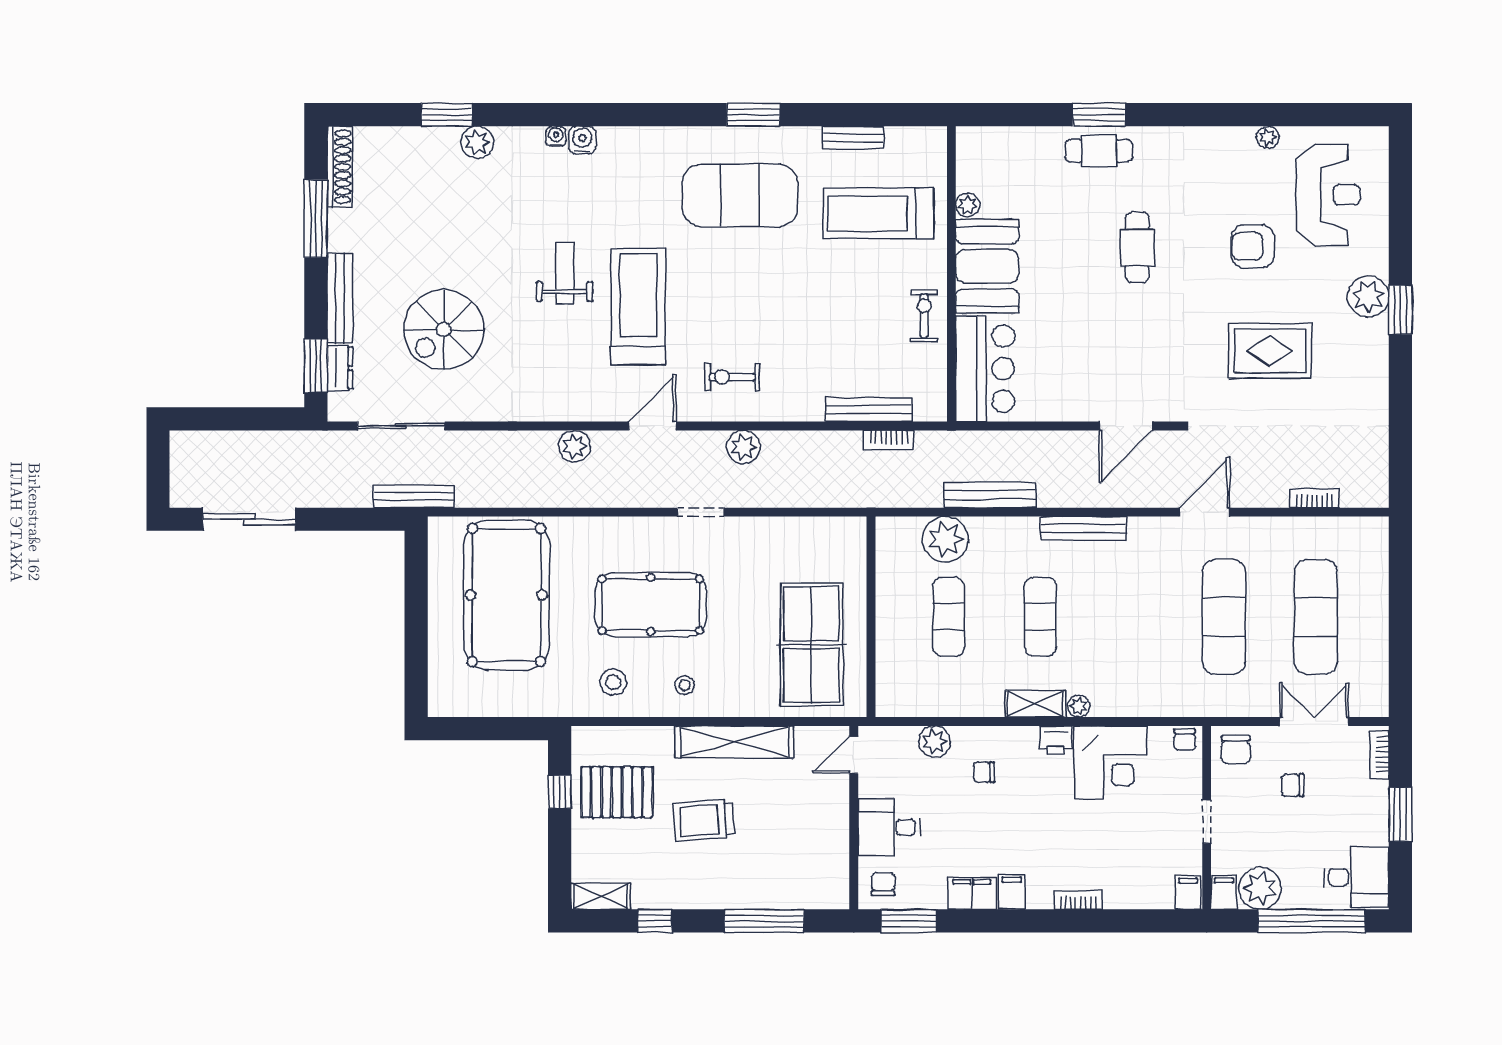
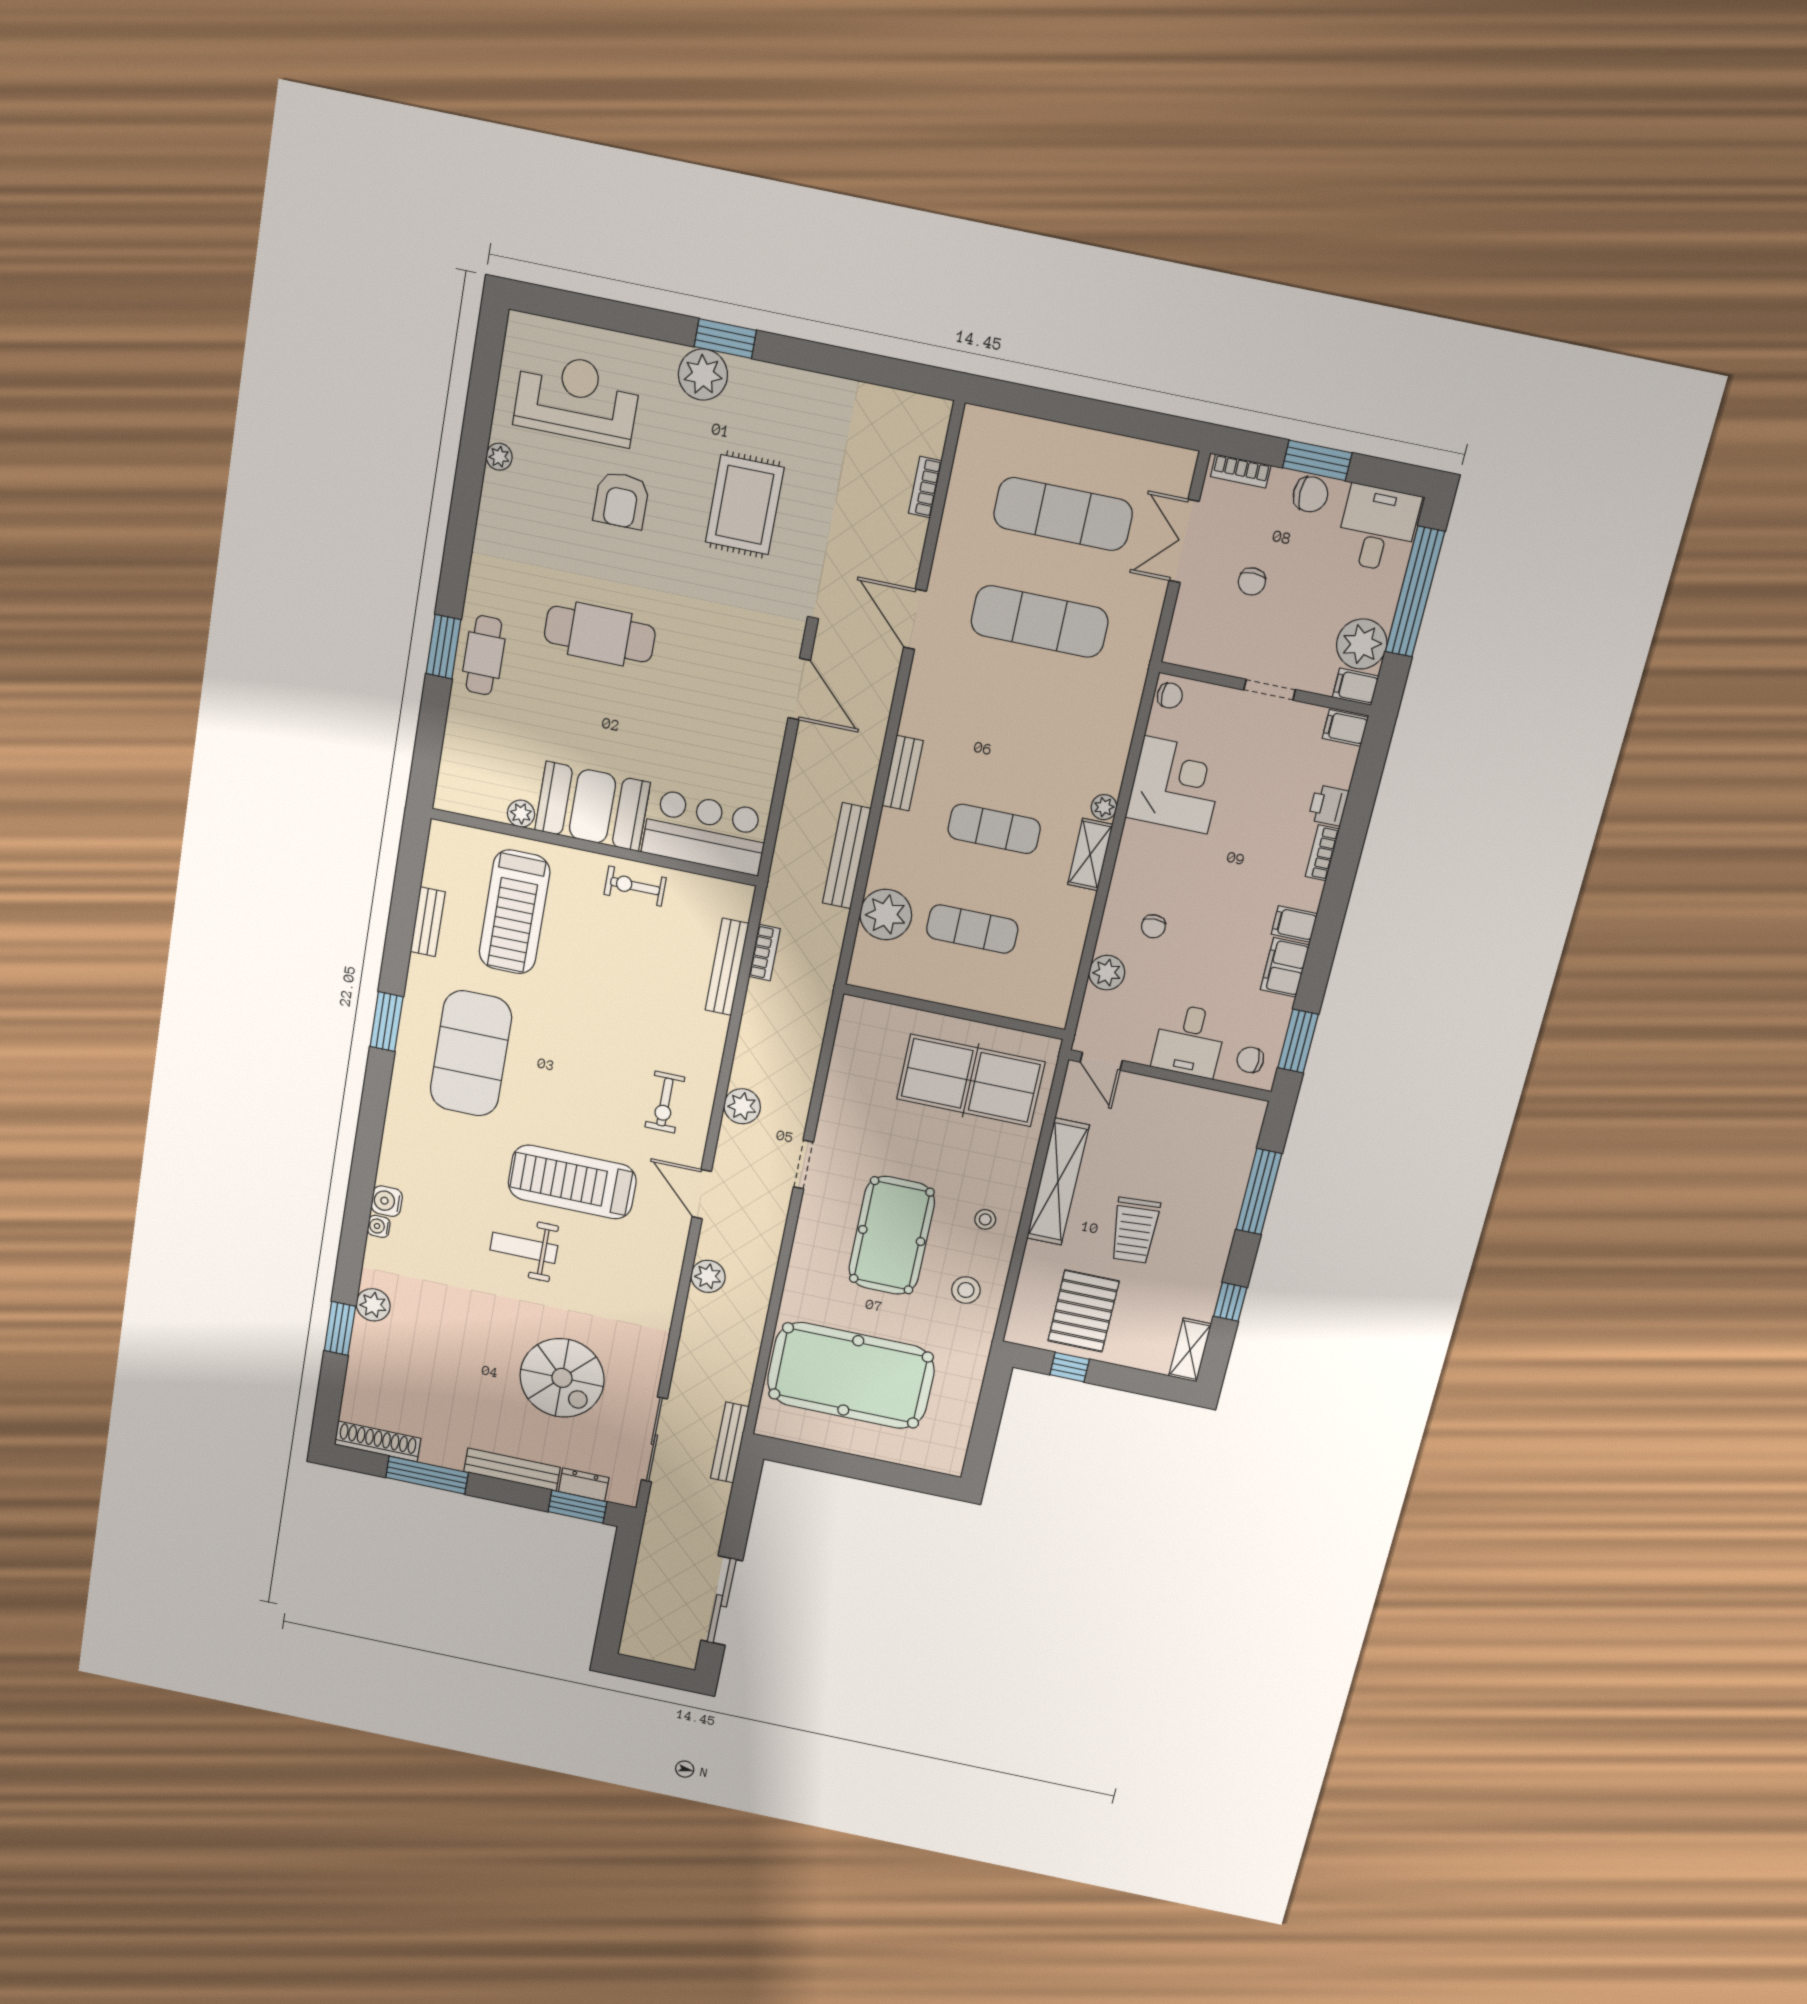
cafe table: (1137, 247) -> (600, 634), width x1.37, depth x1.35
bench: (1084, 528) -> (903, 773), width x0.73
printer: (1056, 740) -> (1328, 805), moved, turned 180
chair: (1236, 750) -> (1310, 494), moved

